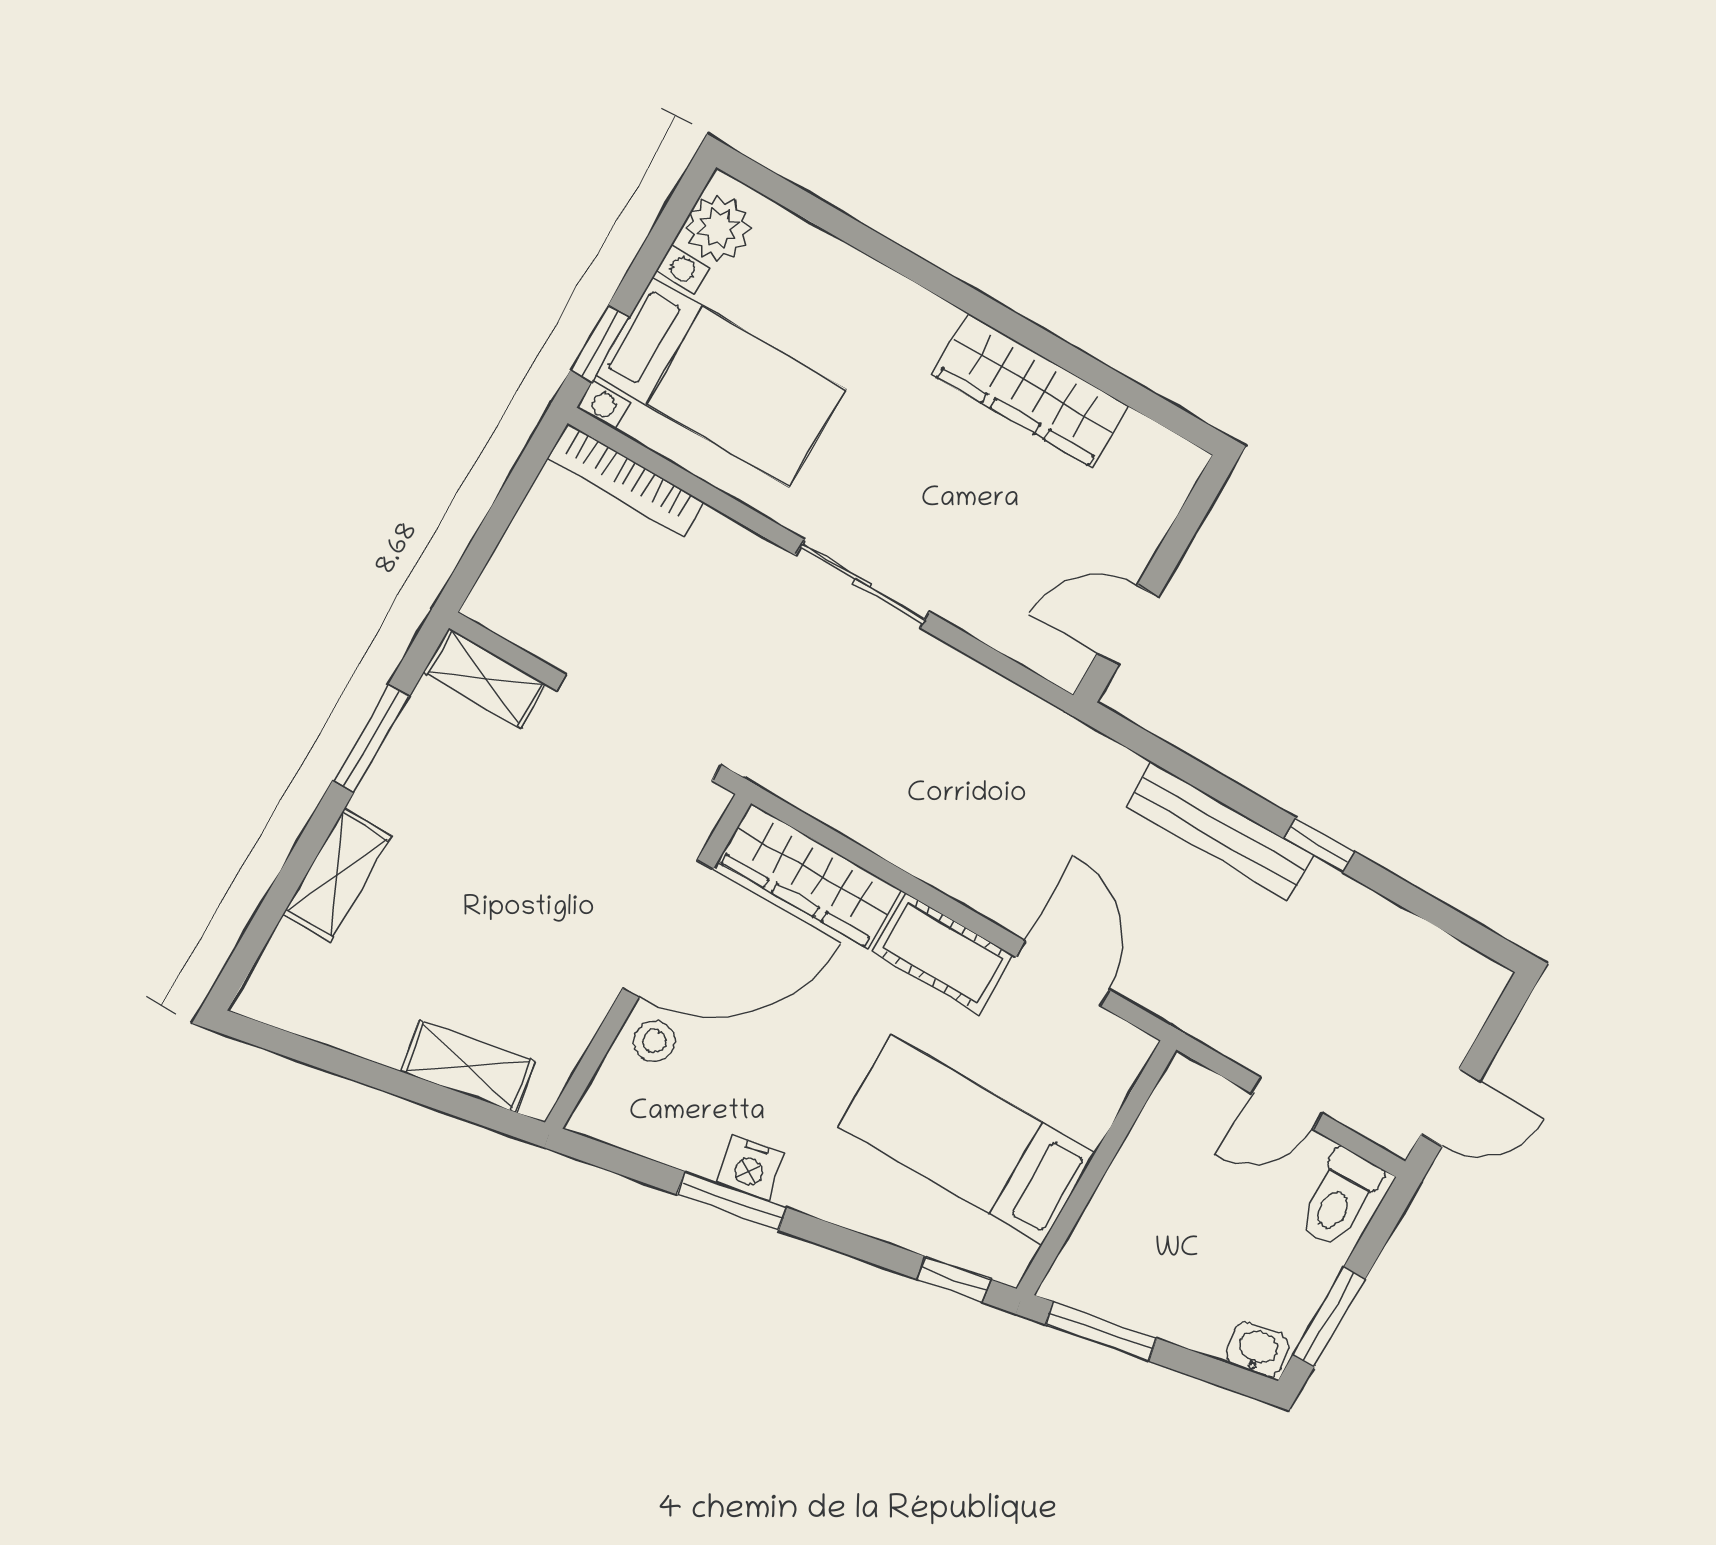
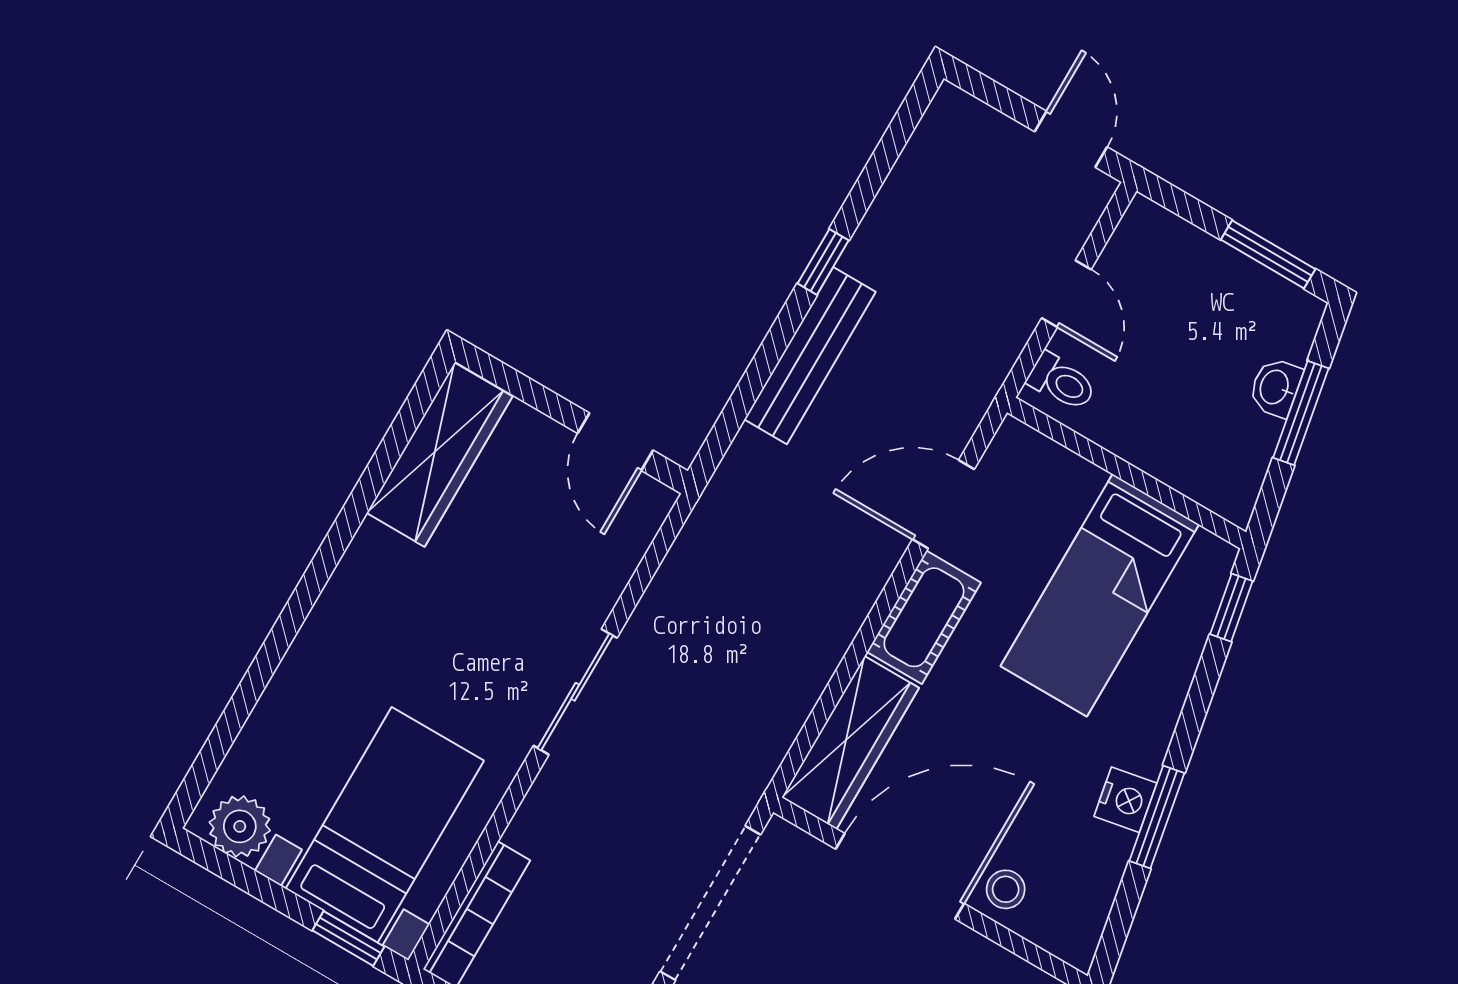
wardrobe: (1030, 390) -> (439, 455), moved
door: (668, 929) -> (900, 876), hinge flipped
toilet: (1339, 1198) -> (1062, 382), moved, width x0.73, depth x0.72
window: (1101, 1331) -> (1301, 413), moved
washbasin: (1258, 1350) -> (1275, 387), moved

